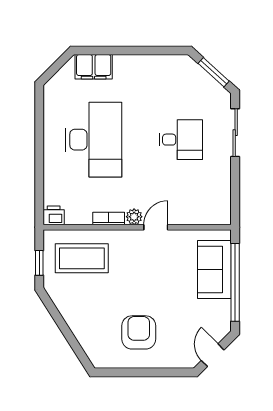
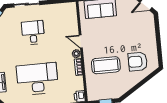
coffee table: (82, 258) -> (106, 65), moved, turned 90
armchair: (139, 332) -> (138, 62), moved

